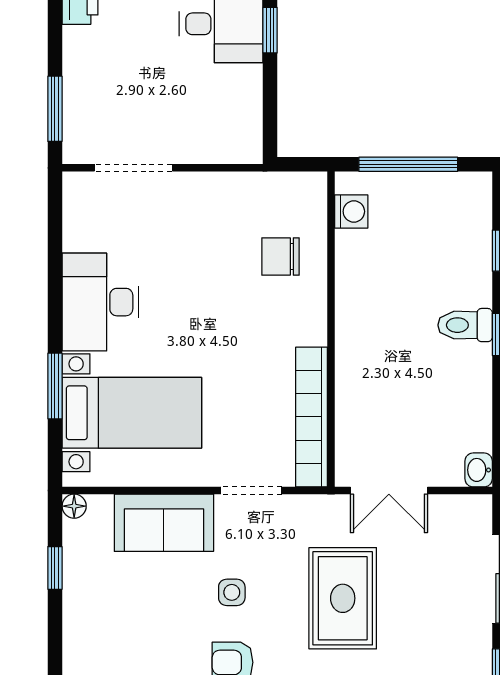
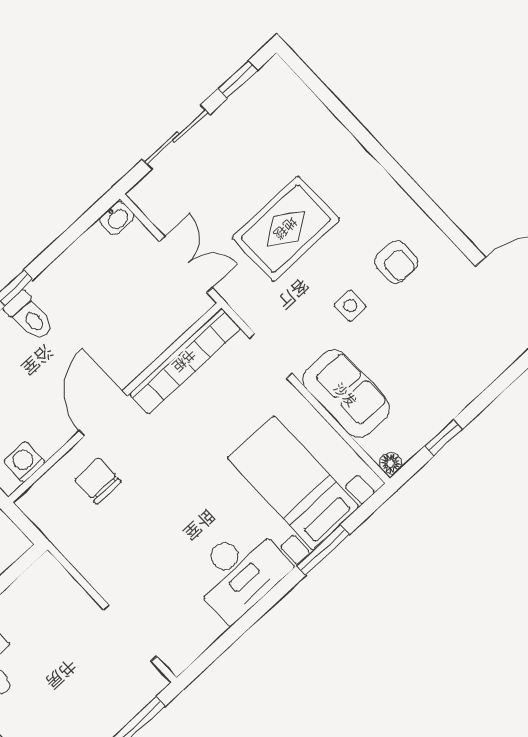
chair: (281, 256) -> (98, 481), turned 180
door: (331, 312) -> (103, 413), added

